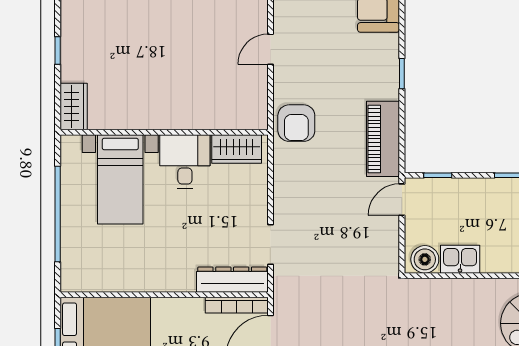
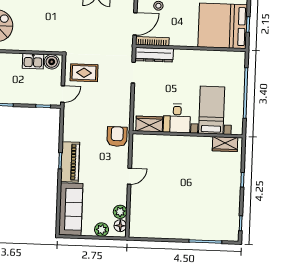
wardrobe: (74, 106) -> (225, 144), moved, turned -90
piano: (383, 139) -> (70, 162), moved
rug: (363, 241) -> (84, 73), added

